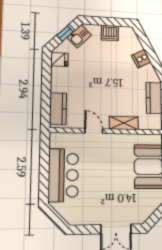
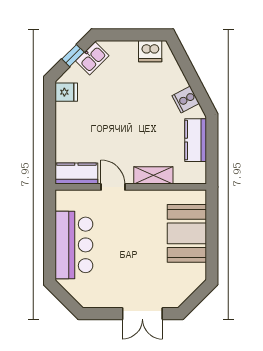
dishwasher: (110, 33) -> (150, 51), moved
cooker: (141, 59) -> (186, 100), moved
kitchen counter: (58, 109) -> (76, 174), moved, turned -90

